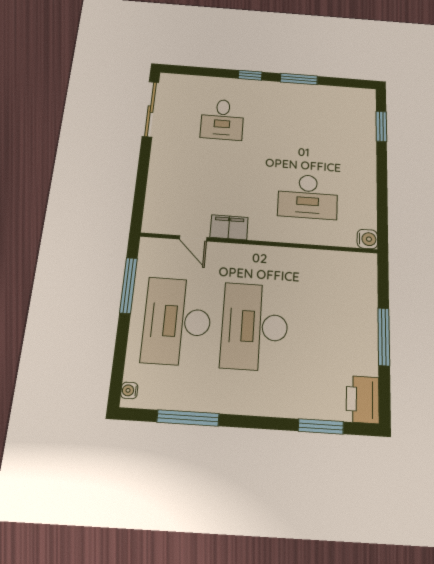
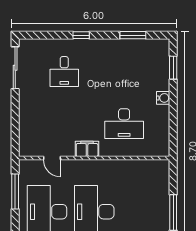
window: (299, 79) -> (133, 35), moved
filing cabinet: (229, 227) -> (87, 149), moved
water cooler: (367, 239) -> (163, 98), moved

